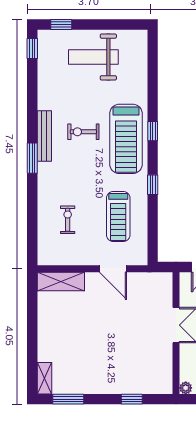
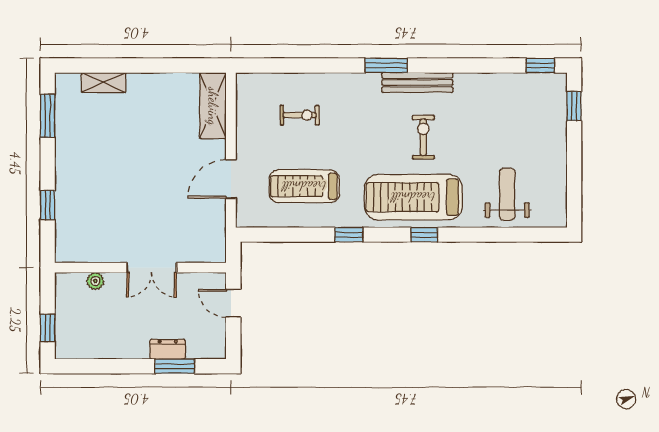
weight bench: (93, 57) -> (507, 194), moved, width x0.73, depth x0.75
shelving: (44, 378) -> (104, 83), moved
plant: (186, 388) -> (95, 281), moved

